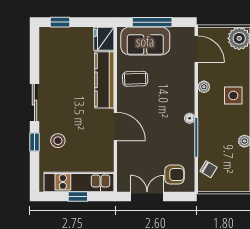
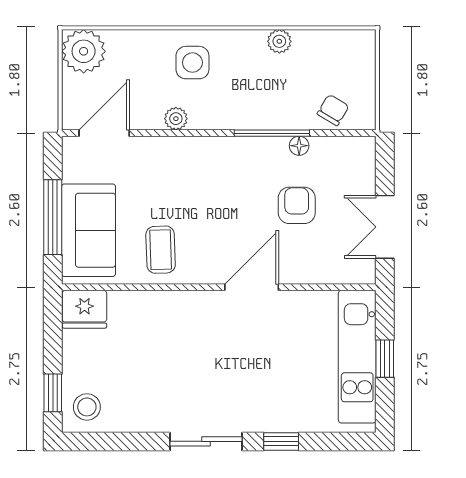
kitchen counter: (104, 80) -> (163, 308), removed
floor lamp: (190, 118) -> (299, 146), moved
stool: (58, 141) -> (87, 407), moved
armchair: (174, 175) -> (297, 205), moved

